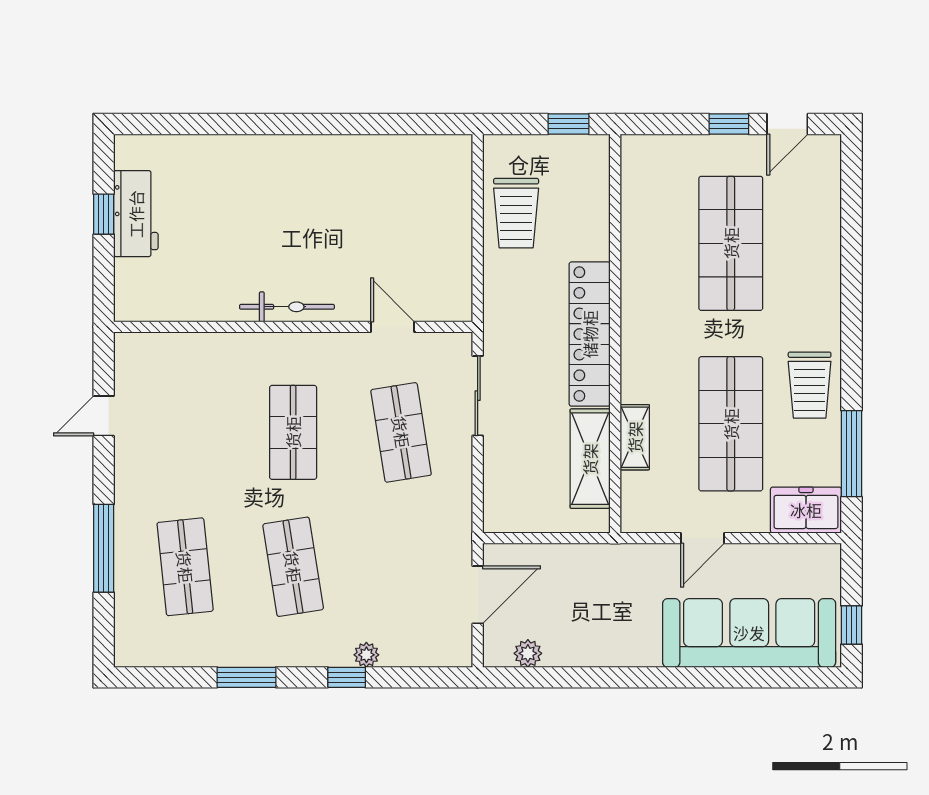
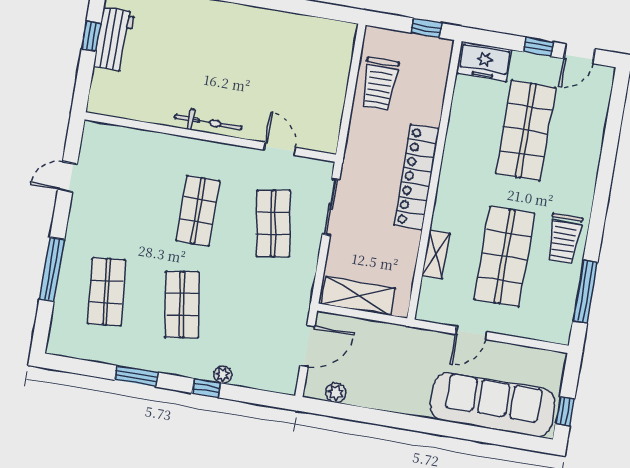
shelving: (590, 459) -> (358, 296), moved, turned 90
freezer: (806, 510) -> (485, 61), moved, turned 180

